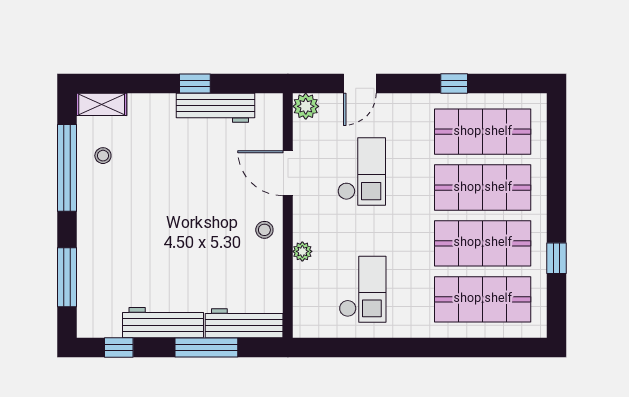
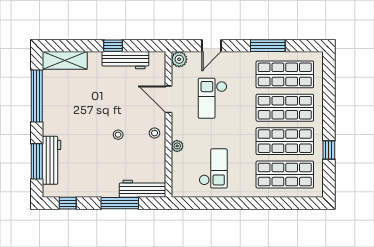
window: (454, 84) -> (268, 46), width x2.17
shelving: (102, 104) -> (65, 60), width x1.50, depth x1.33
stool: (103, 156) -> (118, 135), moved
checkout: (362, 172) -> (213, 98), turned 180
workbench: (163, 323) -> (52, 160), moved, turned 90

